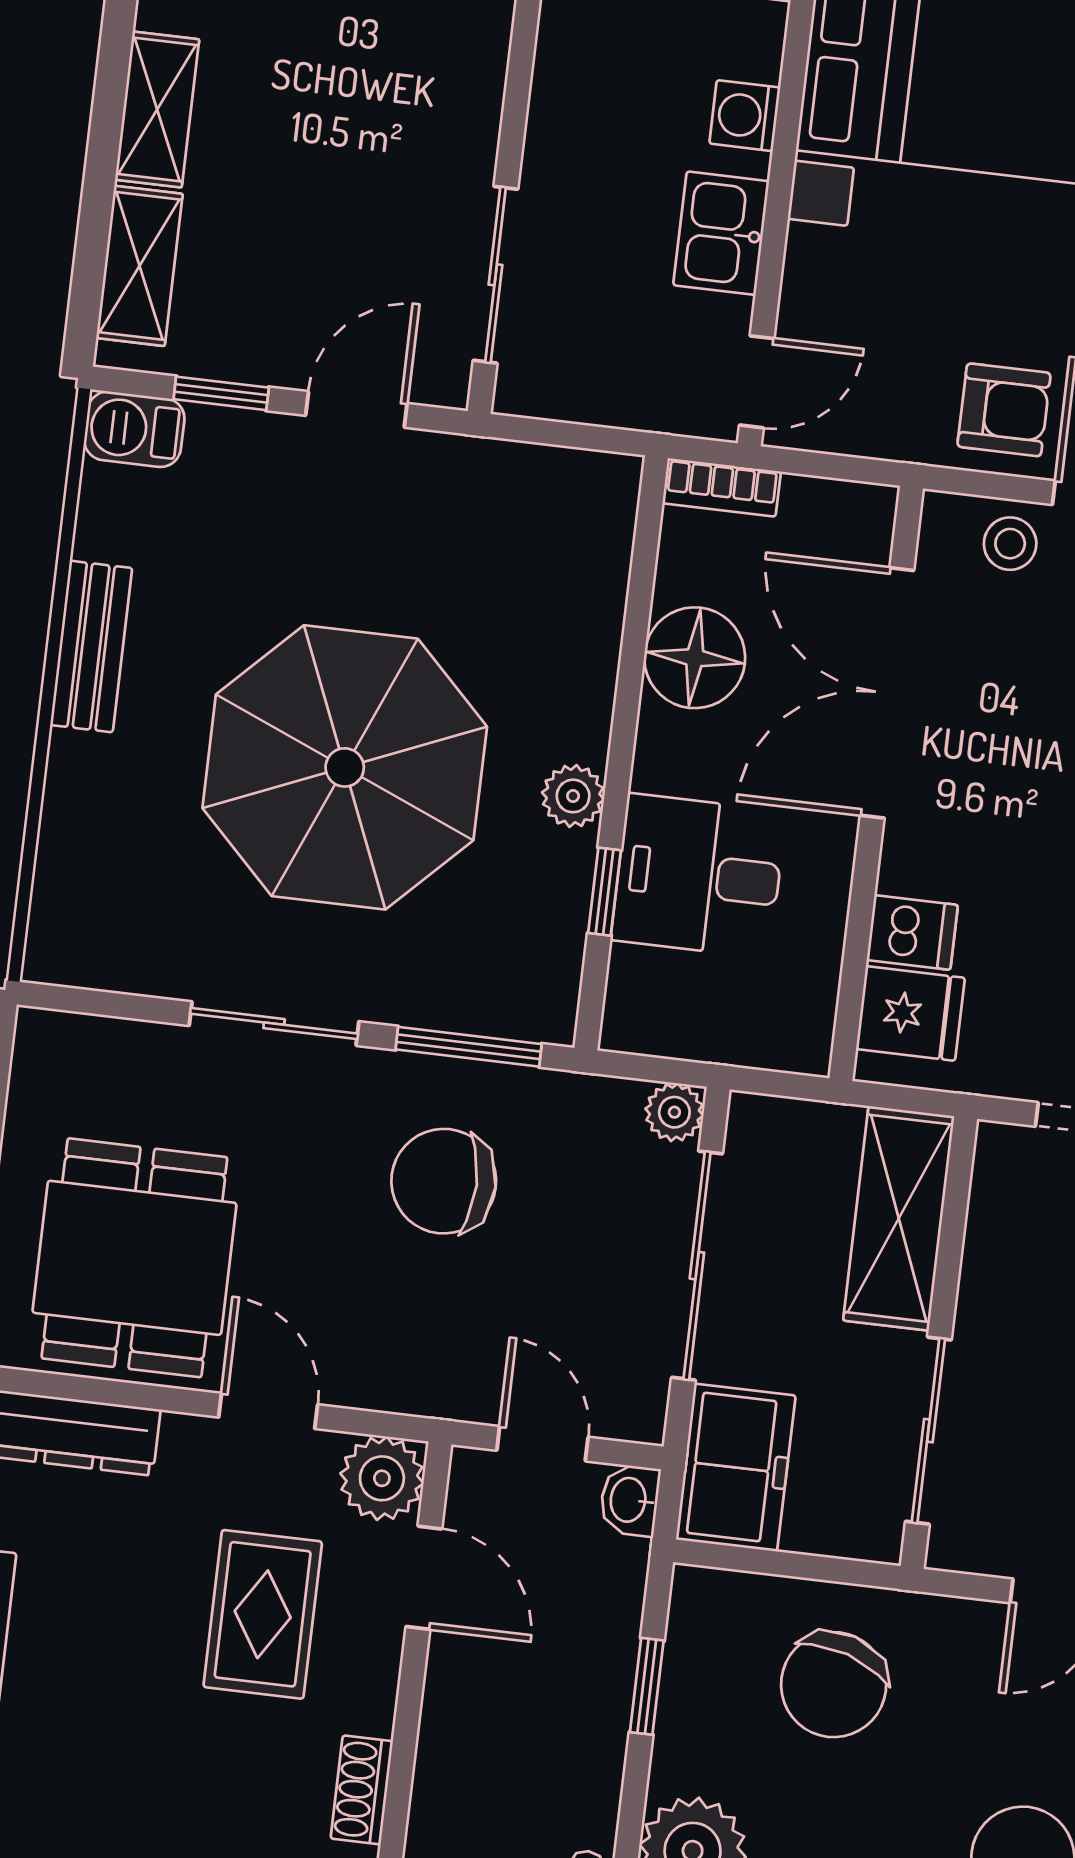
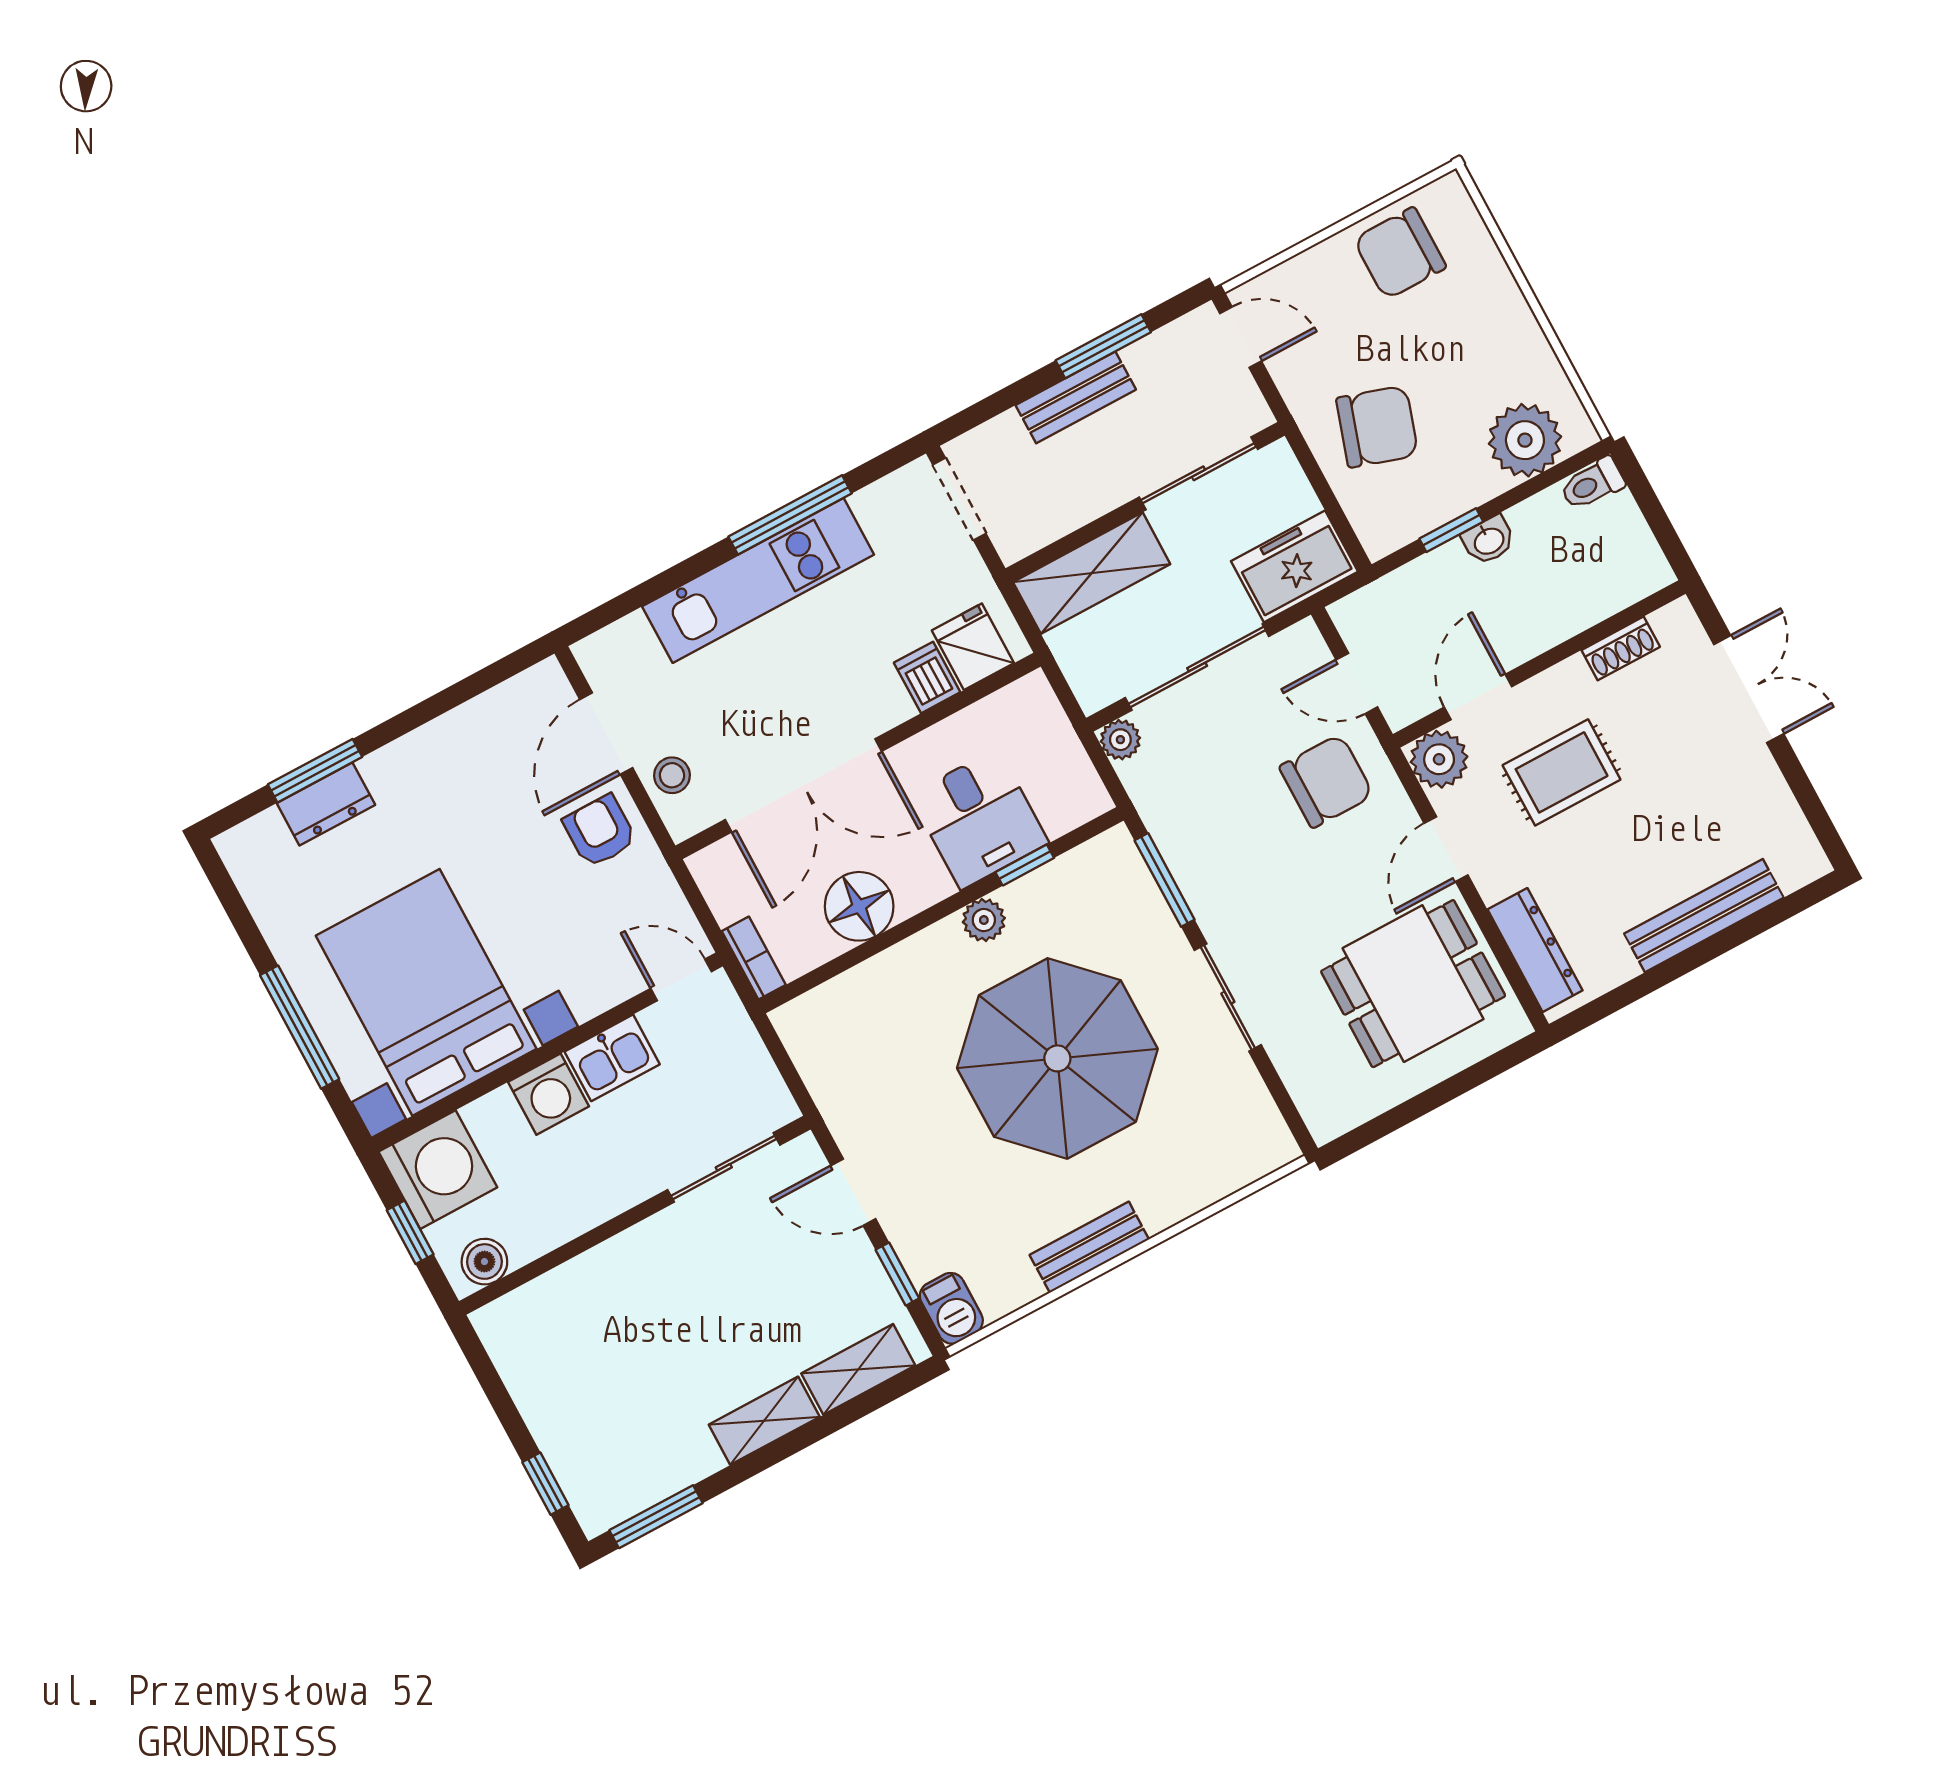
washing machine: (745, 116) -> (549, 1094), width x1.38, depth x1.38
chair: (444, 1181) -> (1326, 781), moved, turned -90
door: (542, 1444) -> (1357, 683), hinge flipped
washbasin: (630, 1500) -> (1489, 540), moved

